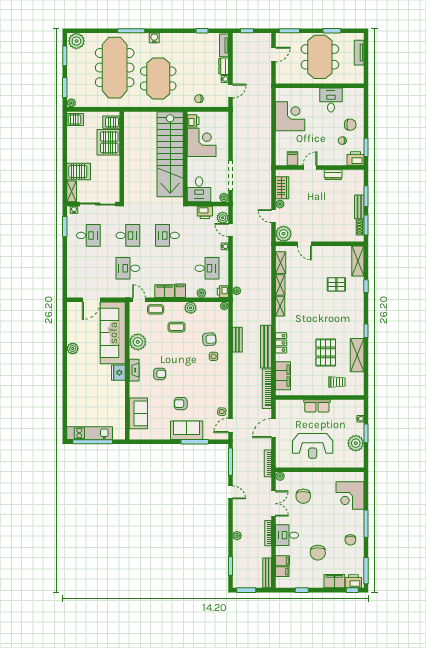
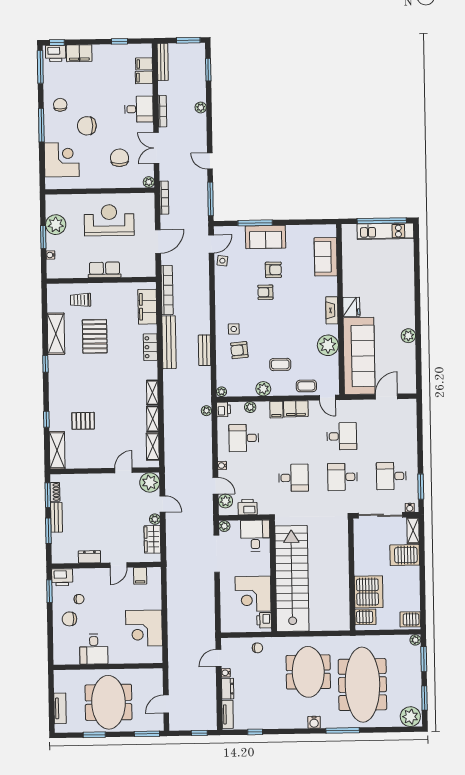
door: (304, 244) -> (124, 470), hinge flipped
armchair: (160, 374) -> (265, 292), moved
chair: (318, 553) -> (87, 126), moved, turned -90

